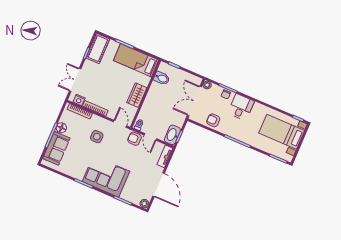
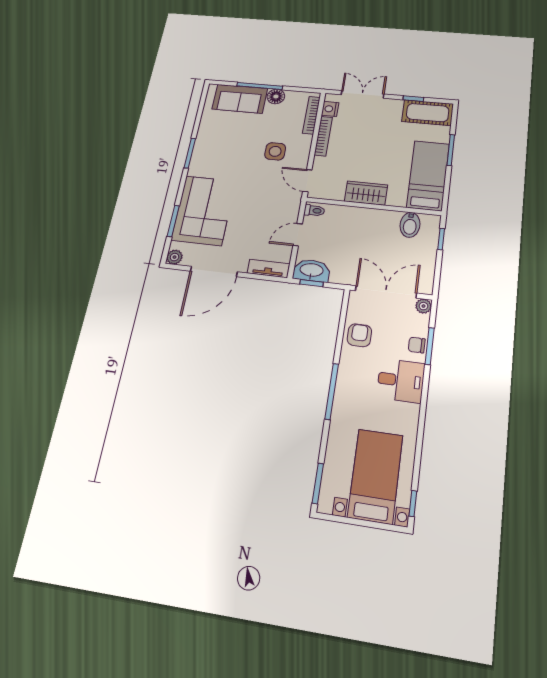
door: (120, 124) -> (307, 181), swing flipped
armchair: (135, 139) -> (287, 210), removed
corner sofa: (106, 176) -> (203, 210), moved

